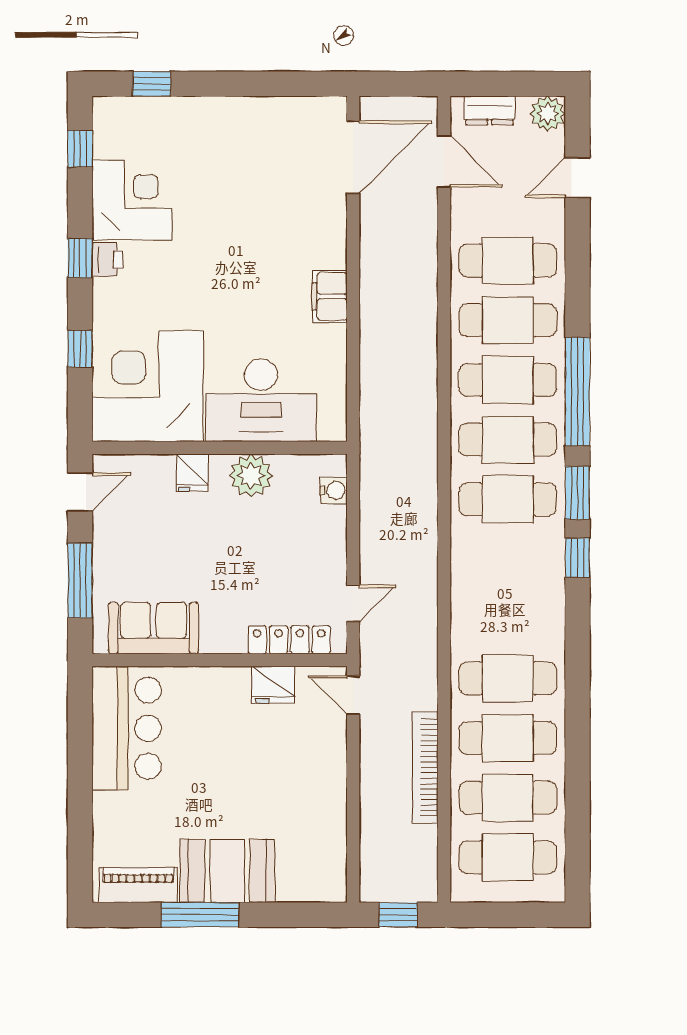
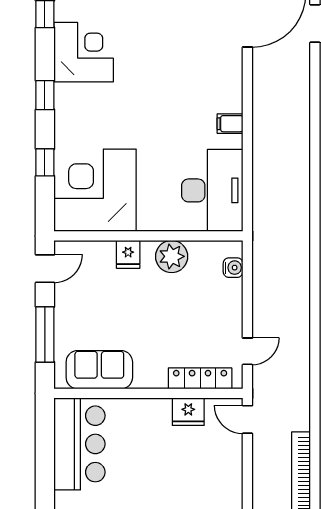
printer: (108, 260) -> (65, 96), removed
filing cabinet: (330, 296) -> (230, 124), width x0.50
desk: (261, 400) -> (212, 190), moved, turned -90

